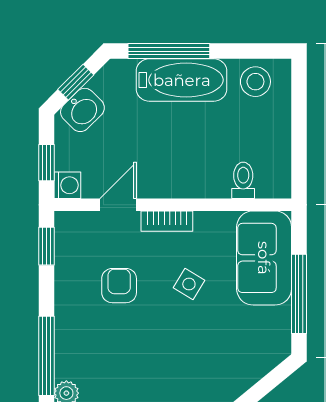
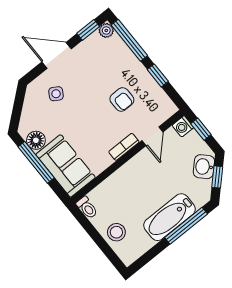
stool: (255, 82) -> (116, 232), moved
toilet: (243, 180) -> (87, 208), moved
window: (46, 246) -> (158, 75), moved
side table: (189, 284) -> (56, 94), moved
floor lamp: (276, 323) -> (36, 140), added

